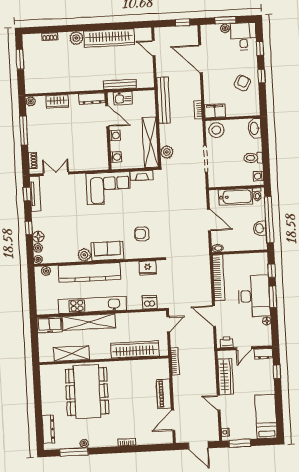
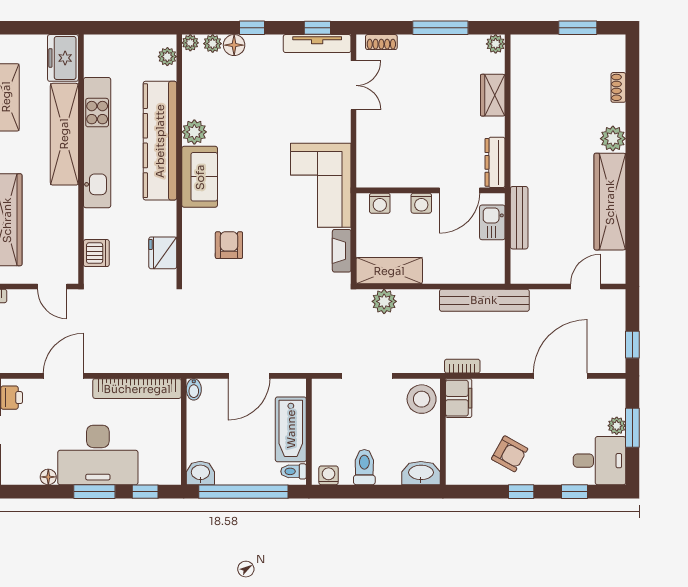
shelving: (150, 142) -> (389, 271), width x0.68
washbasin: (260, 228) -> (200, 473), moved

